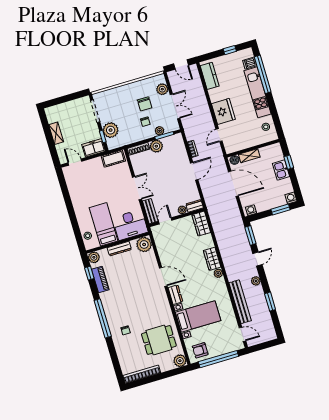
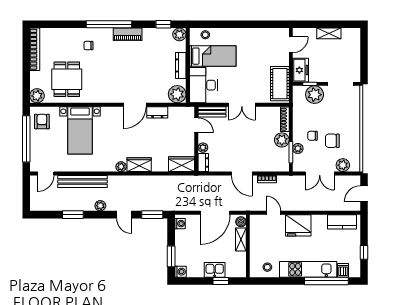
cot: (113, 159) -> (280, 84), width x1.37, depth x1.34
piano: (100, 279) -> (128, 34), moved
dresser: (175, 295) -> (157, 112), moved

